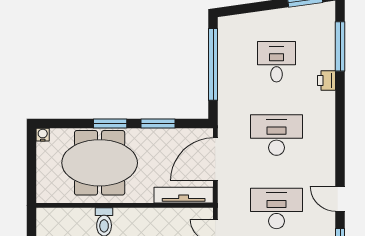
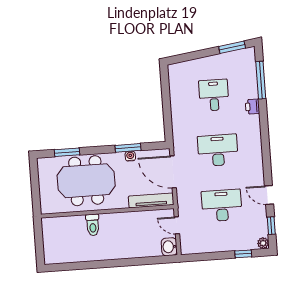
window: (213, 64) -> (166, 100), removed
window: (110, 123) -> (67, 152), moved
water cooler: (43, 135) -> (130, 156), moved
door: (215, 159) -> (173, 172), hinge flipped

